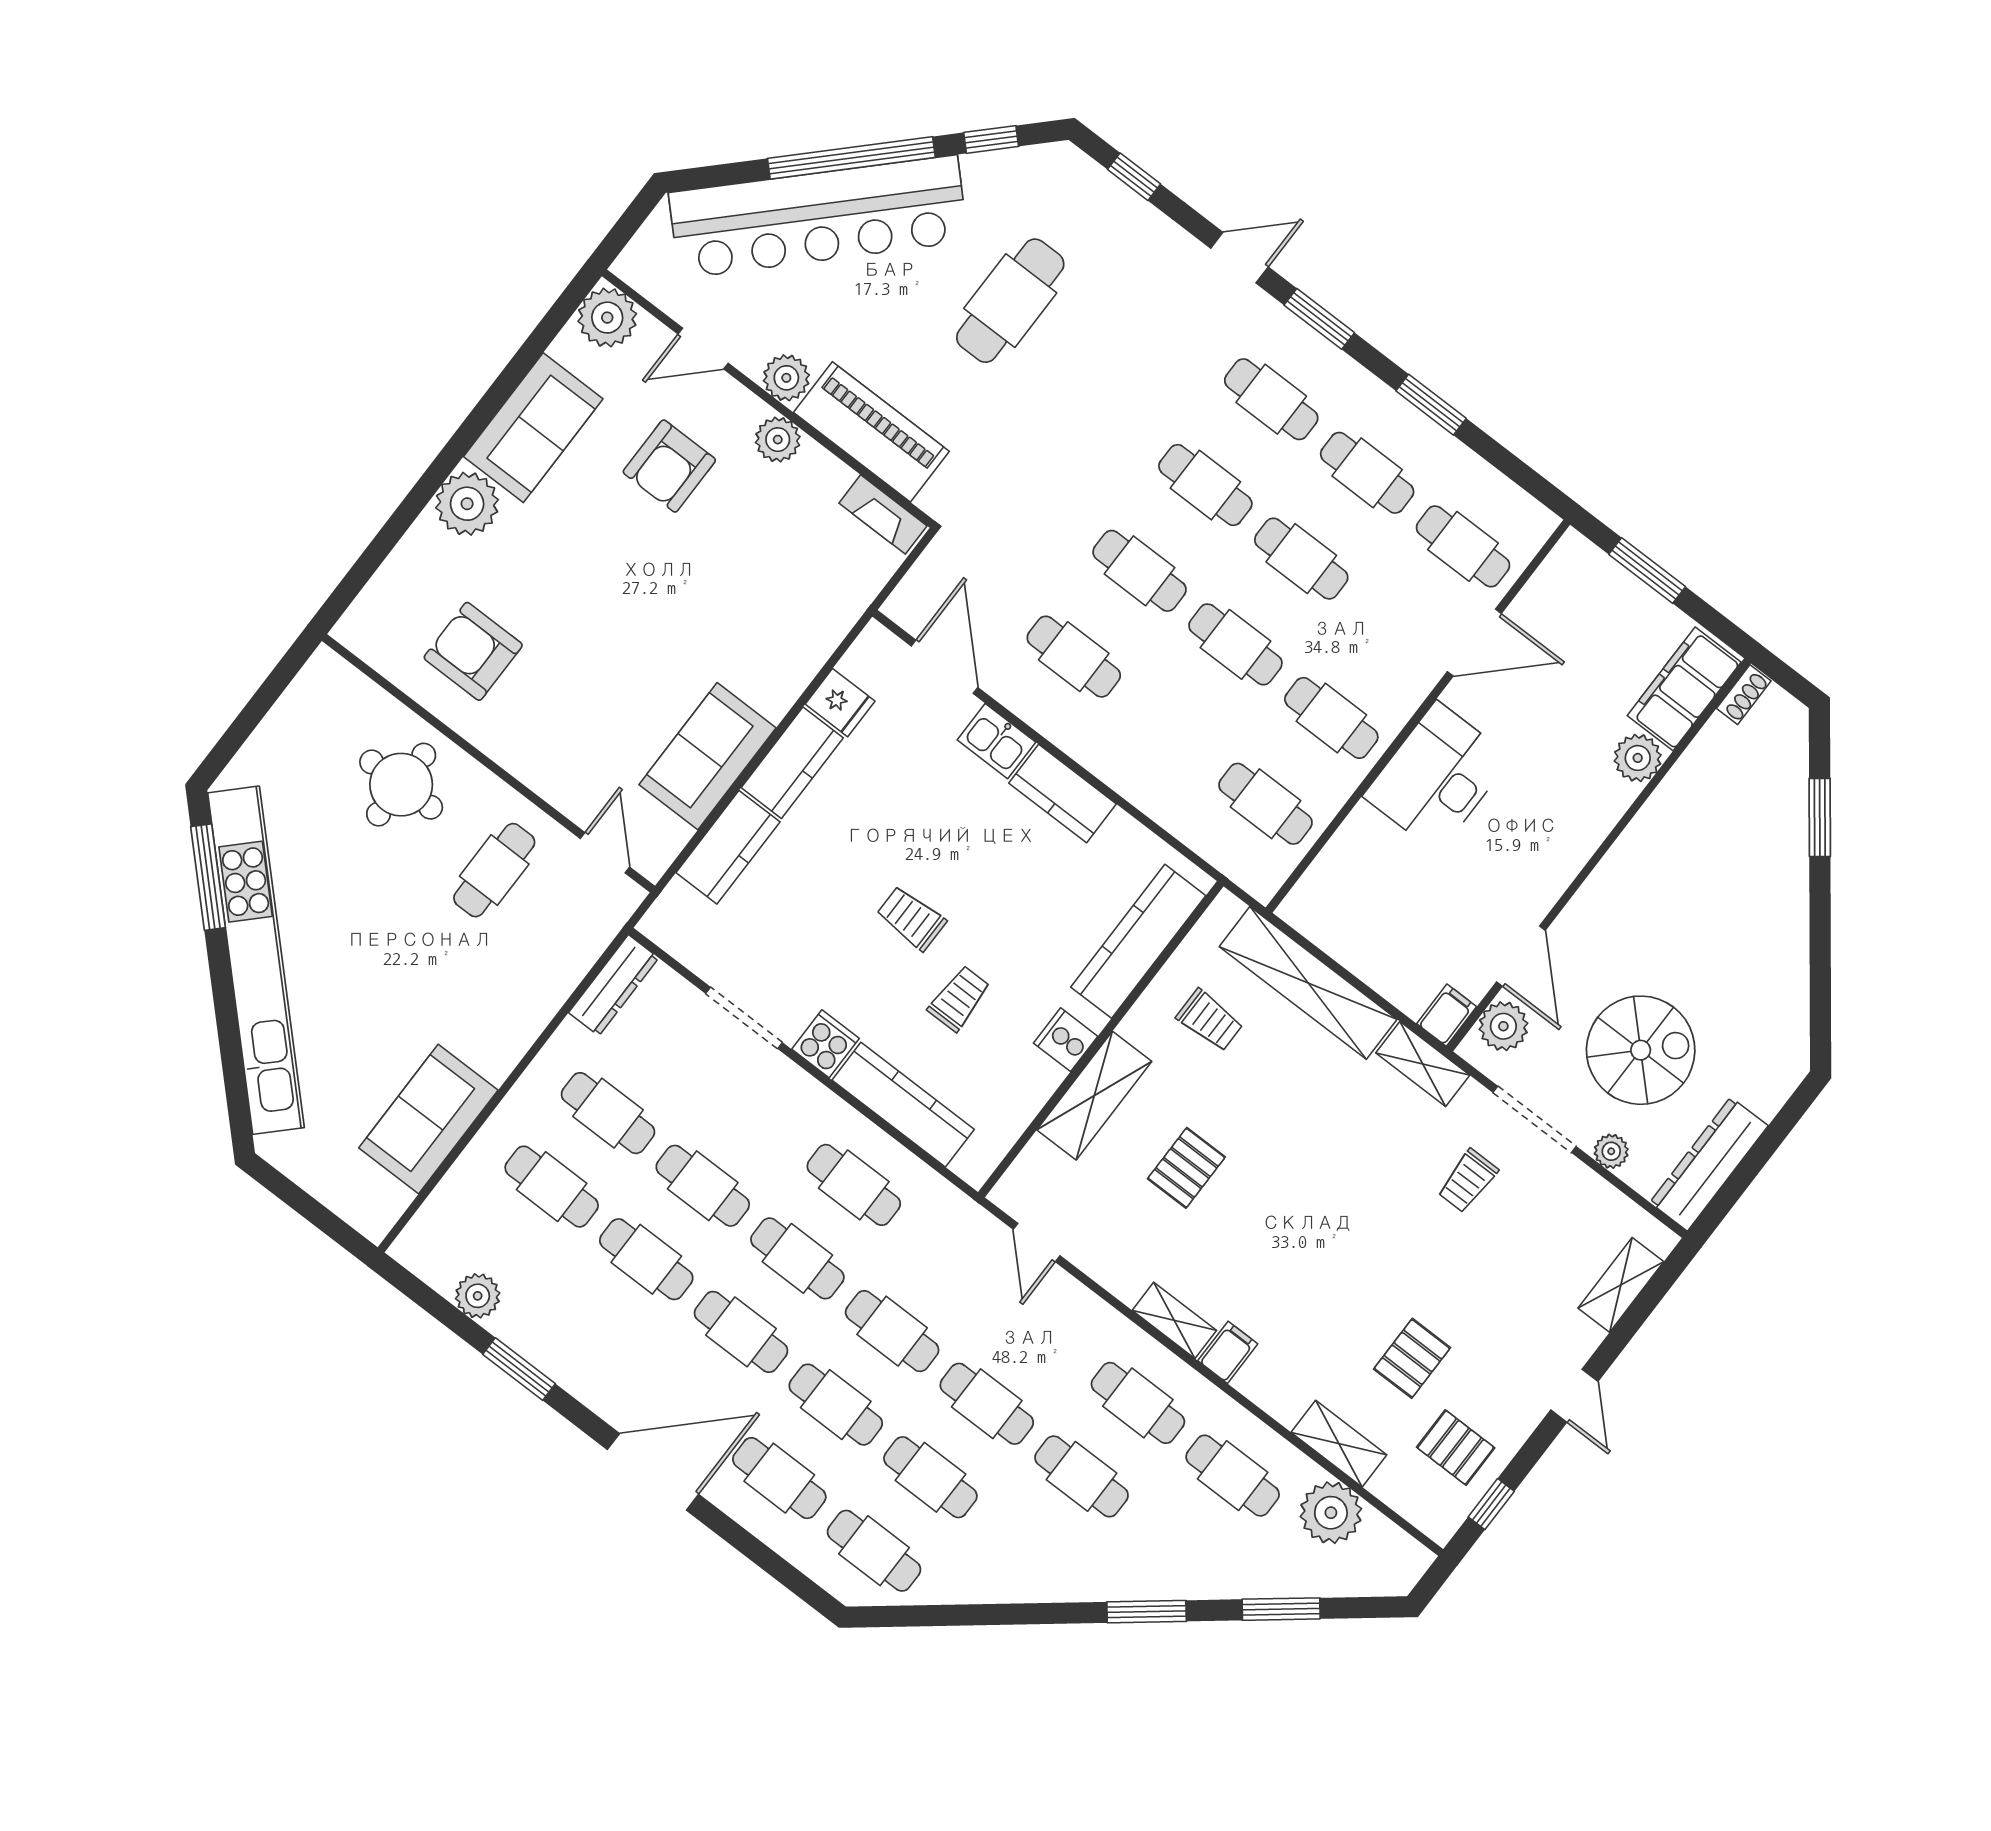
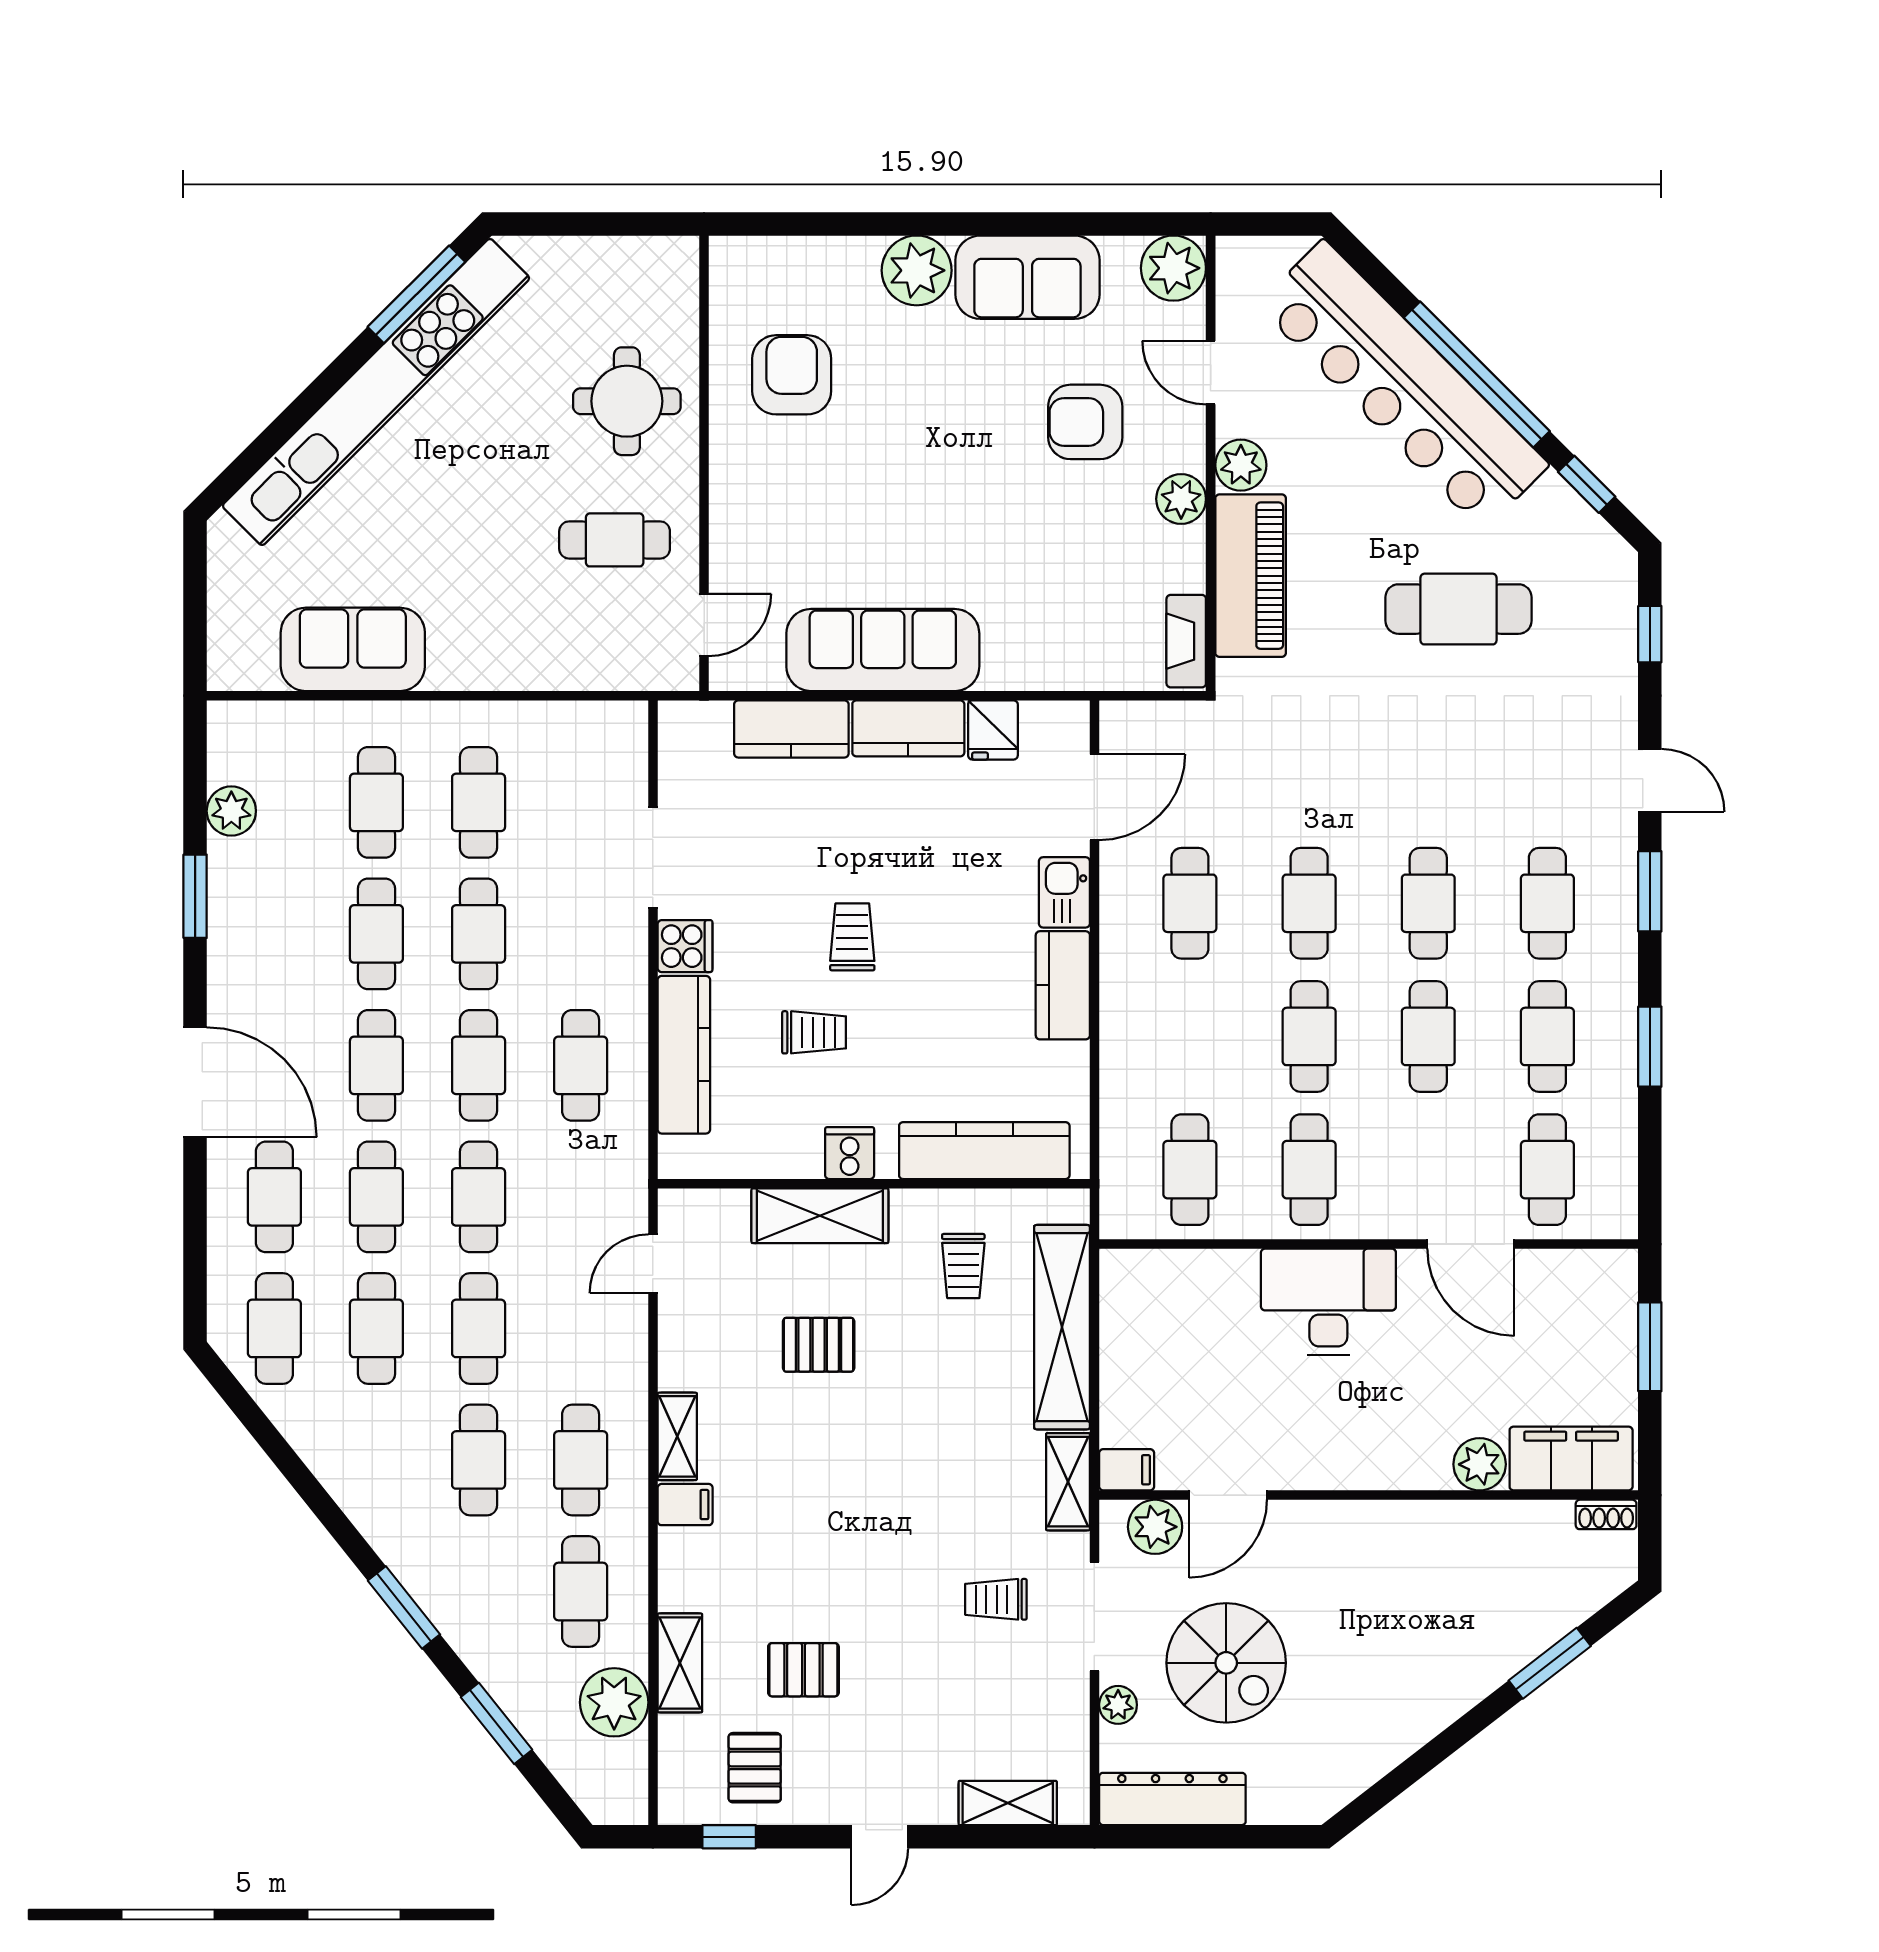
sofa: (708, 756) -> (883, 650), width x1.36
dresser: (614, 985) -> (594, 722), removed

